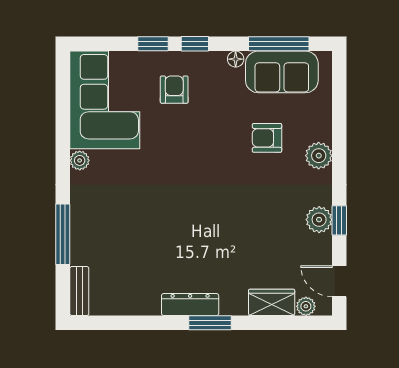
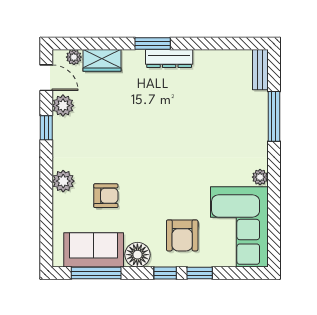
floor lamp: (236, 59) -> (137, 255), width x1.89, depth x1.89
armchair: (174, 90) -> (182, 235), width x1.38, depth x1.38
plant: (319, 220) -> (63, 106), moved

